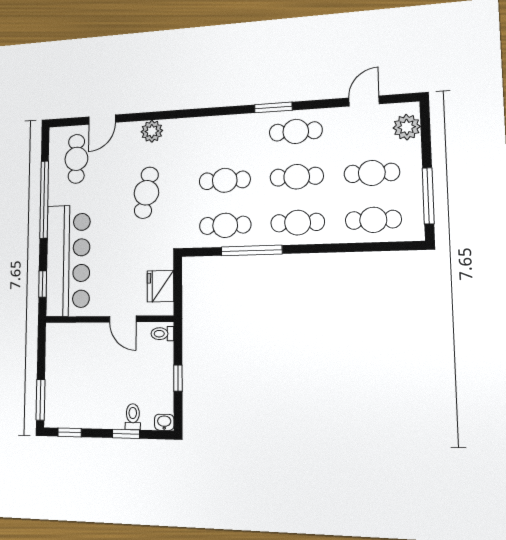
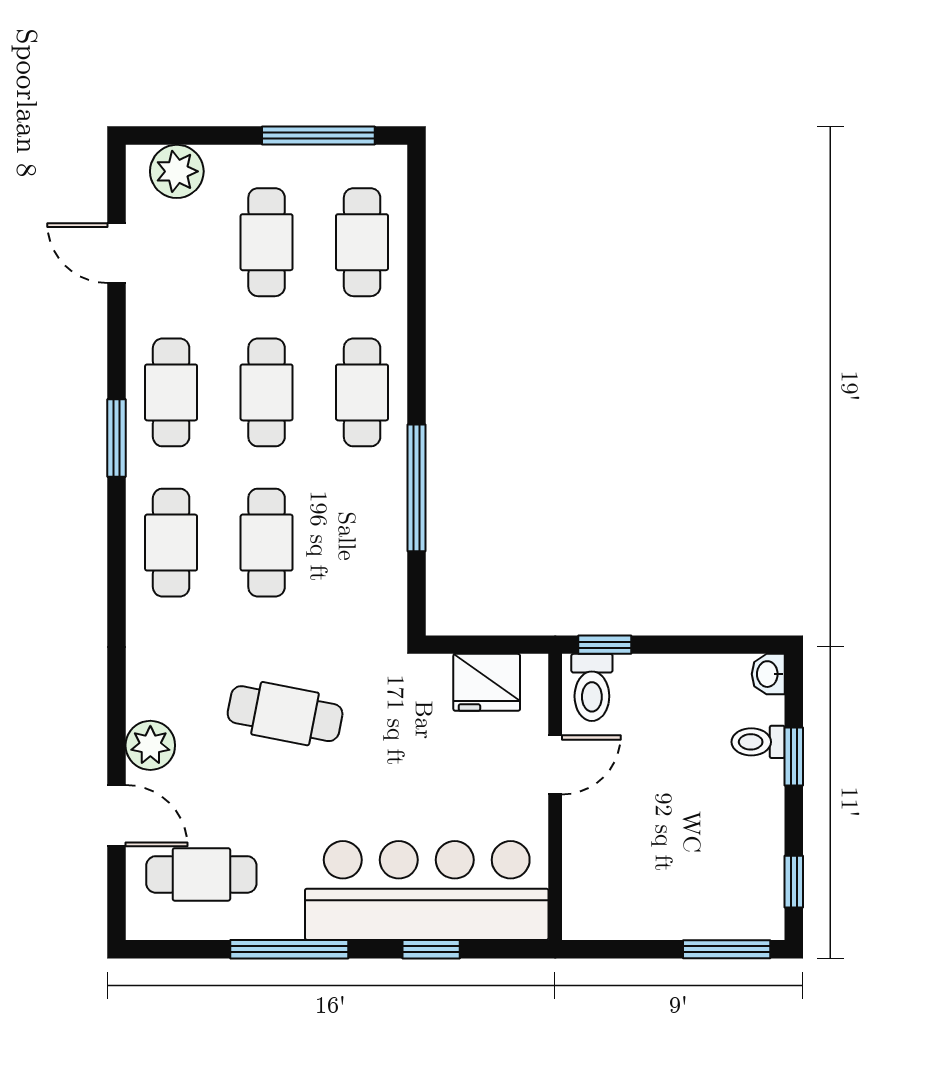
plant: (152, 131) -> (150, 745), moved
window: (44, 199) -> (289, 949), width x0.68
cafe table: (225, 225) -> (171, 543), moved
window: (43, 284) -> (431, 949), moved
toilet: (162, 334) -> (592, 687), width x1.37, depth x1.39
window: (178, 378) -> (605, 645), moved

